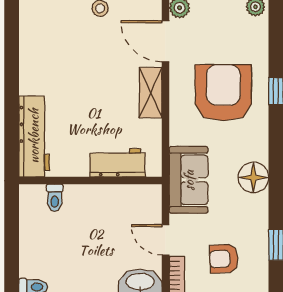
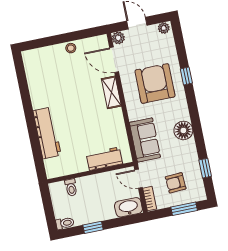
workbench: (117, 163) -> (104, 159), moved
wall: (90, 181) -> (90, 173), moved
toilet: (55, 198) -> (71, 188), moved

